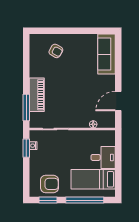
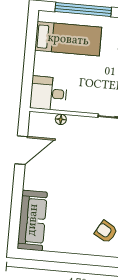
desk: (103, 157) -> (49, 93), moved

